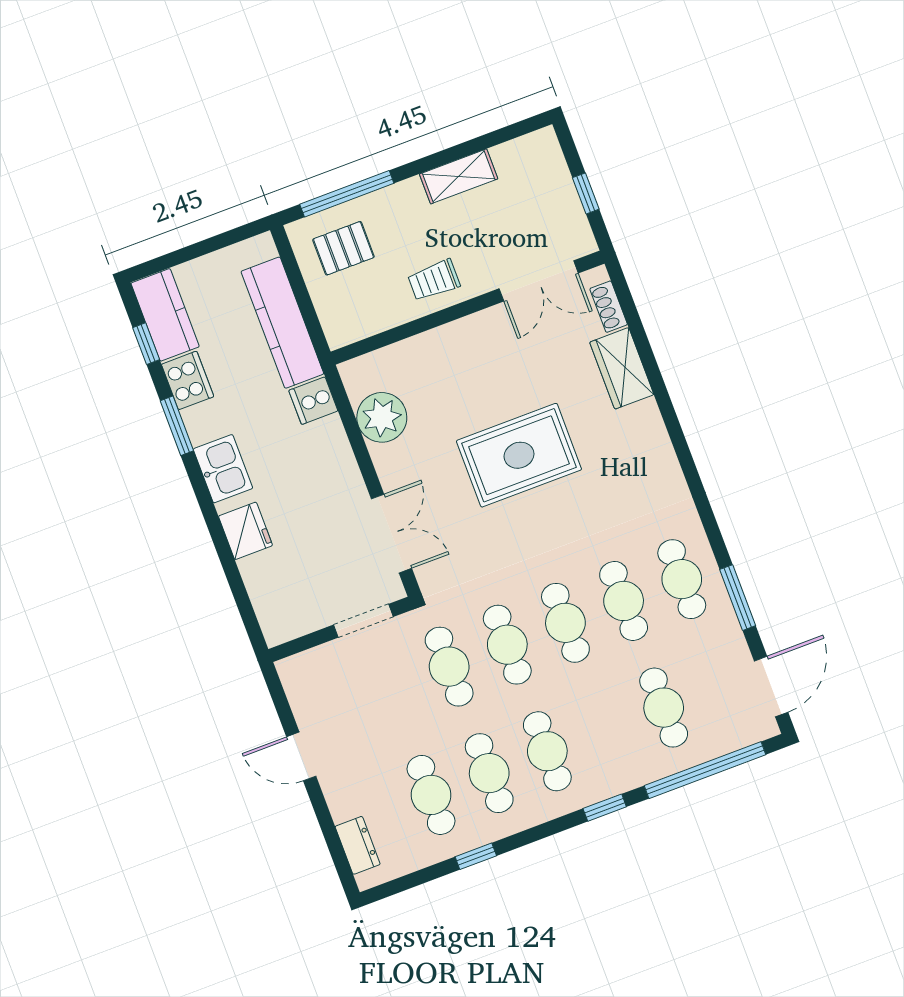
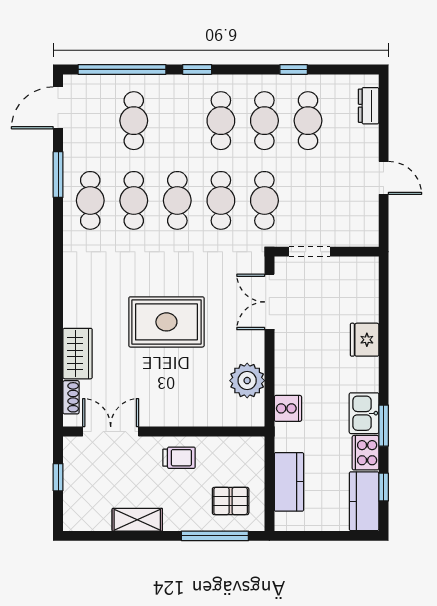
kitchen counter: (282, 323) -> (289, 482), width x0.67
kitchen sink: (223, 469) -> (364, 413), moved

